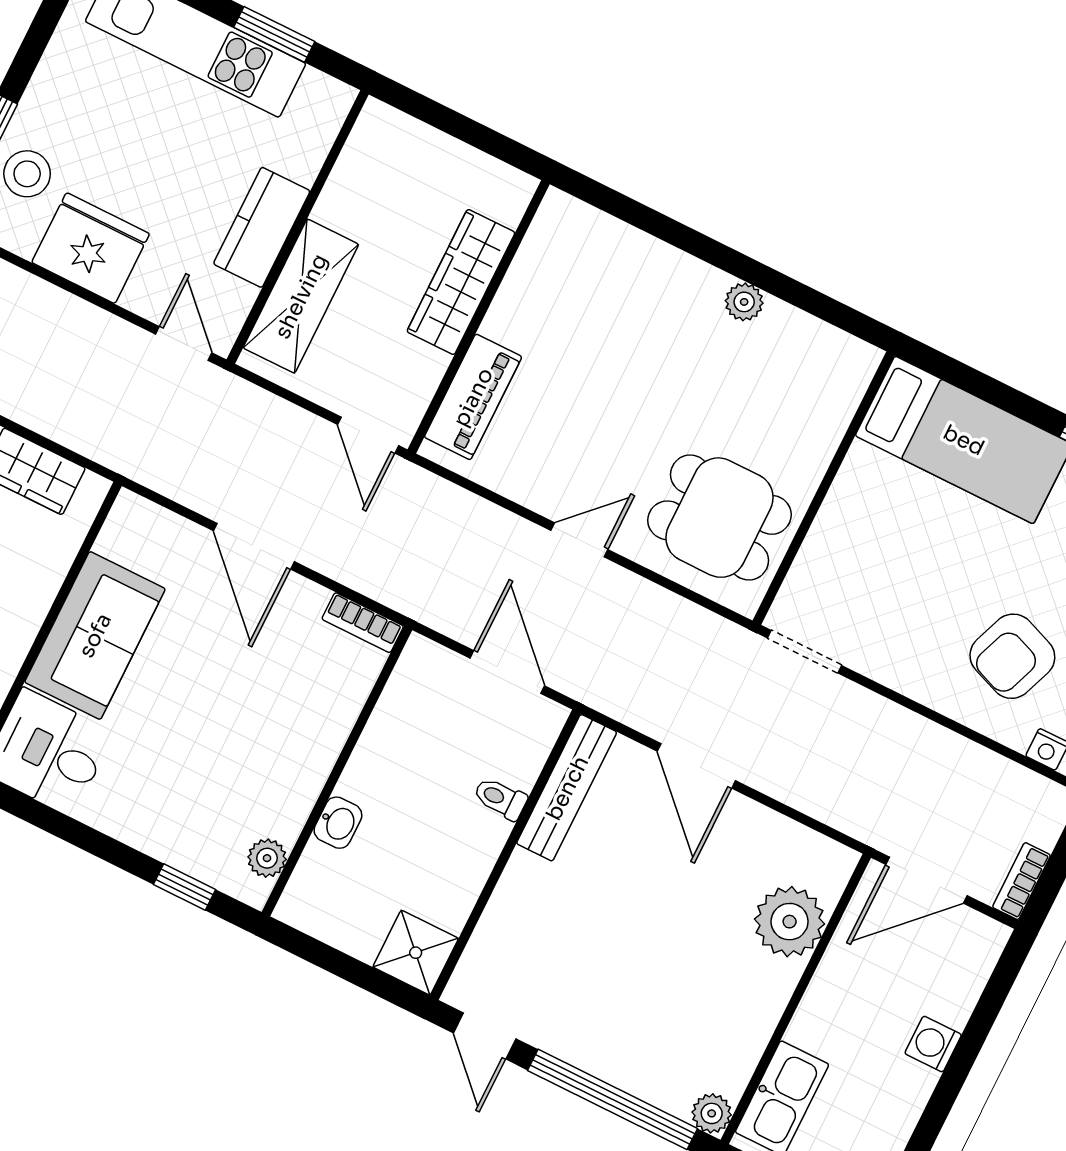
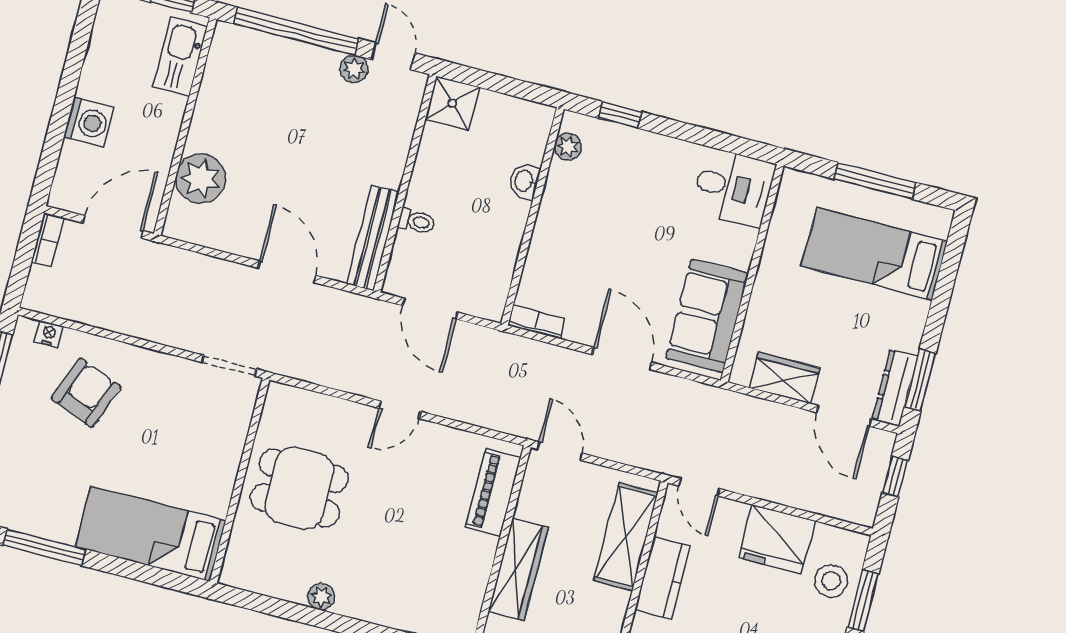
dining table: (720, 518) -> (299, 488), moved
sofa: (95, 635) -> (707, 316), moved
washing machine: (933, 1044) -> (89, 122), width x1.38, depth x1.38
plant: (712, 1113) -> (354, 69), moved

